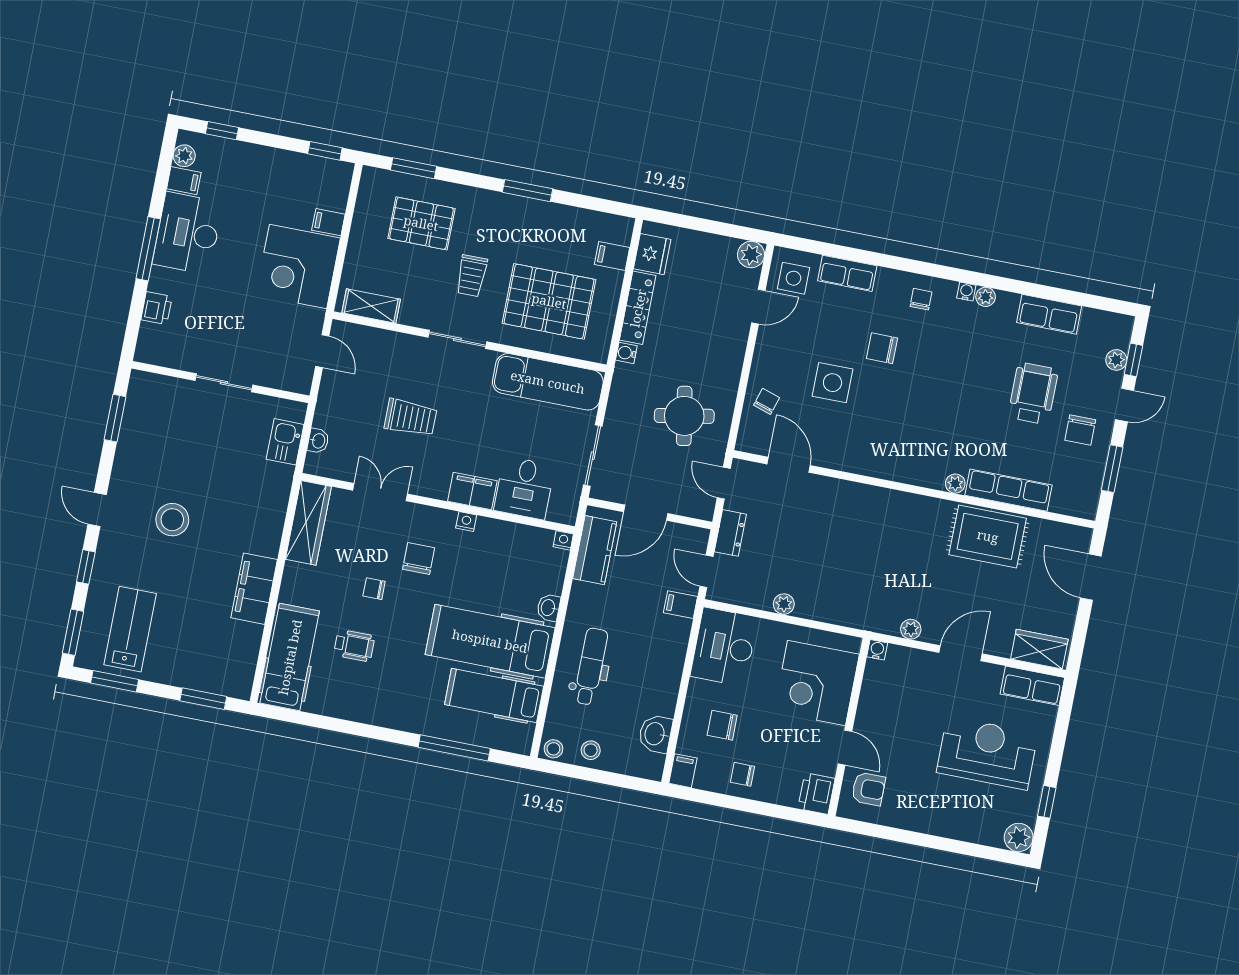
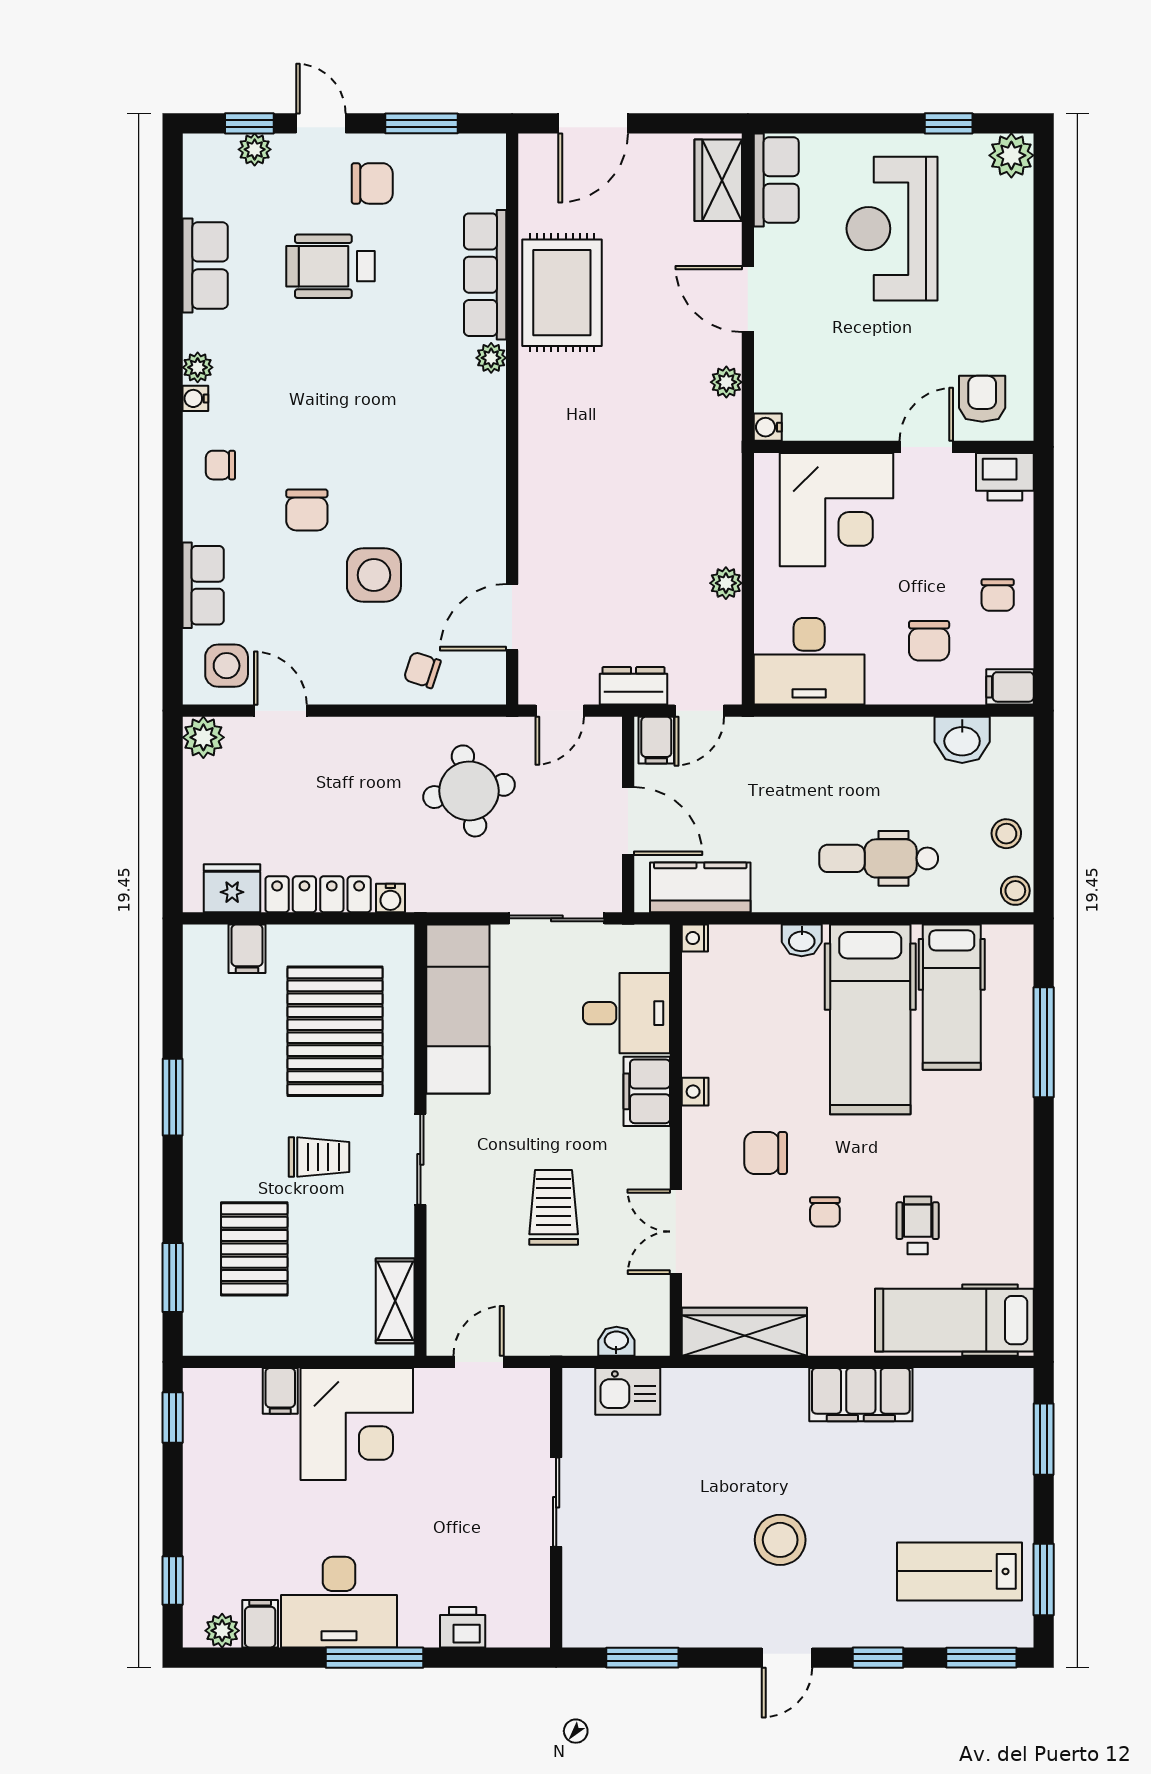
filing cabinet: (681, 605) -> (656, 740), moved

